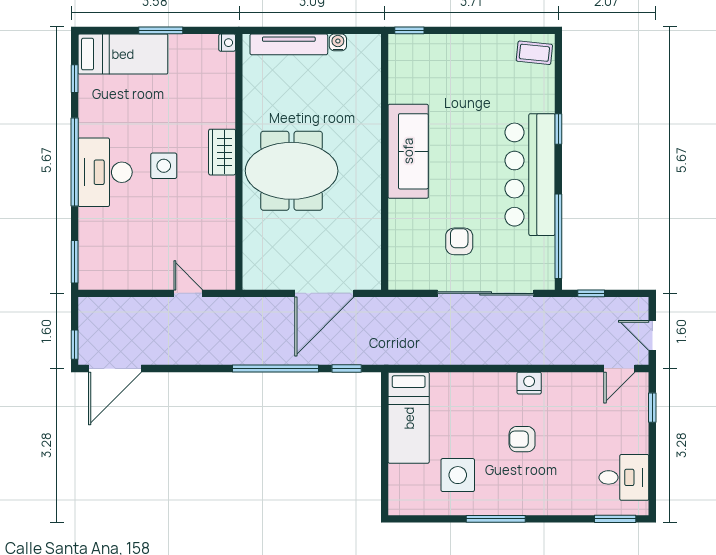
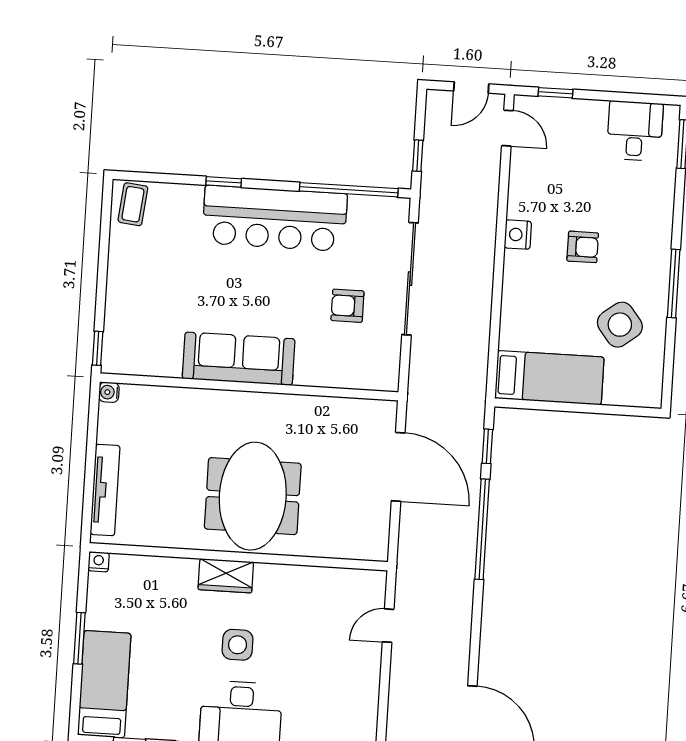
water cooler: (338, 42) -> (109, 392), moved
armchair: (522, 439) -> (583, 247), turned -90
side table: (458, 475) -> (620, 325), turned -38

